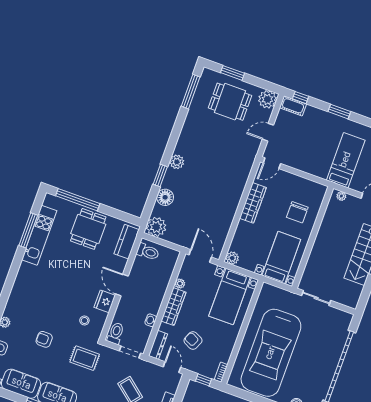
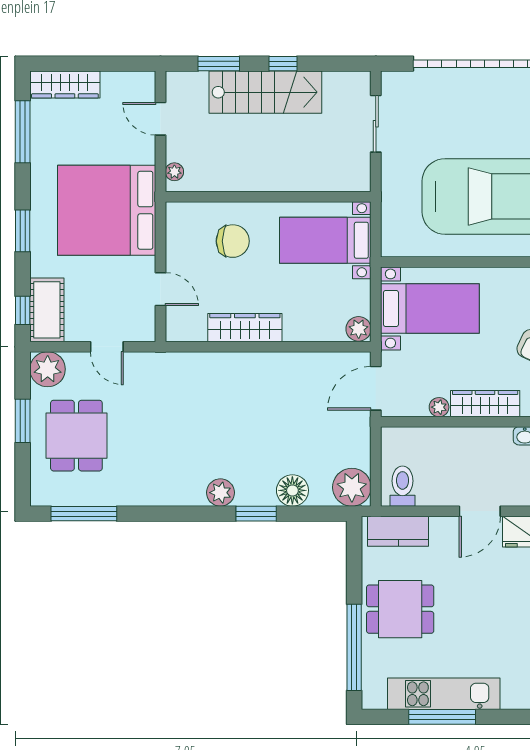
window: (232, 73) -> (23, 421), moved
cot: (293, 106) -> (47, 310), width x1.37, depth x1.34
bed: (346, 160) -> (107, 210), width x2.04
door: (272, 163) -> (161, 289), moved
sliding door: (316, 298) -> (376, 124), moved

